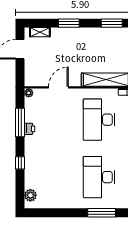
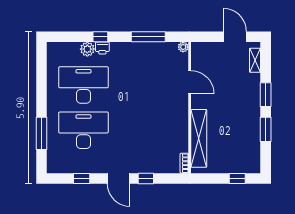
window: (112, 23) -> (266, 129), moved
desk: (99, 120) -> (83, 85), moved
printer: (29, 129) -> (102, 48), moved
plant: (30, 195) -> (87, 49), moved

